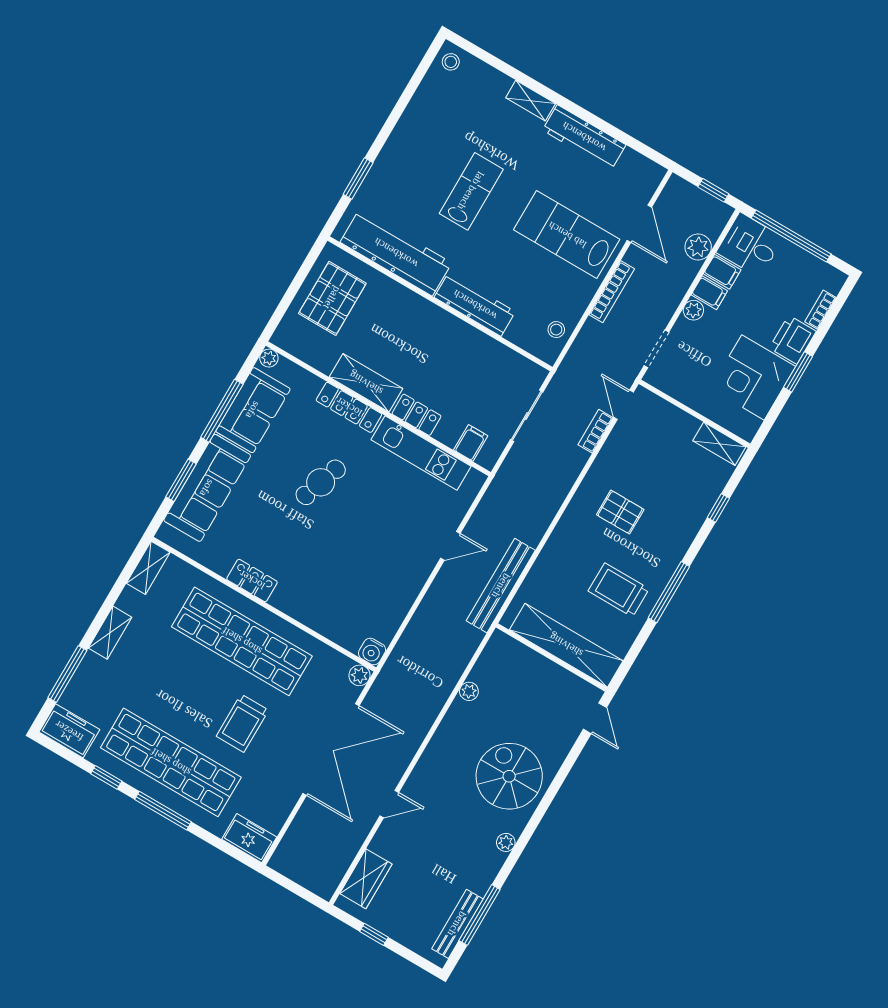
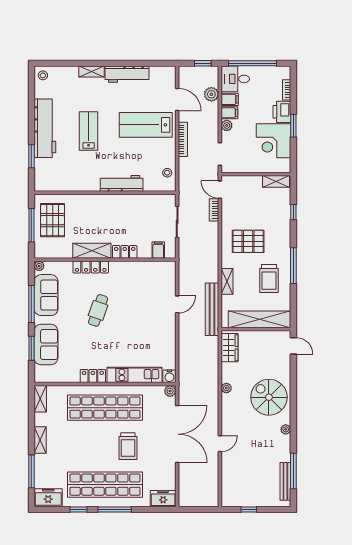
workbench: (396, 253) -> (45, 128), moved, turned 90
window: (294, 287) -> (31, 225), added
kitchen unit: (421, 453) -> (135, 375), moved, turned 180
sofa: (207, 488) -> (46, 345), width x0.73
pallet: (620, 512) -> (248, 241), width x1.50, depth x1.42
shelving: (550, 556) -> (227, 281), added
trolley: (619, 590) -> (269, 279), turned -90
plant: (469, 691) -> (226, 388), moved
wardrobe: (366, 879) -> (230, 348), moved

